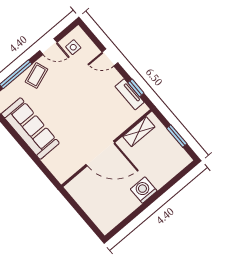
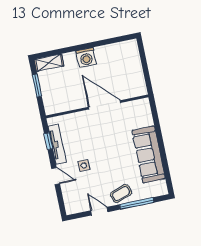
side table: (73, 47) -> (84, 166), moved
tv unit: (130, 94) -> (57, 144), width x1.41
shelving: (139, 132) -> (49, 63), moved

